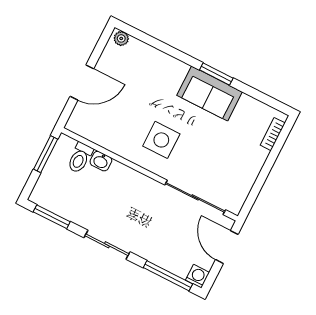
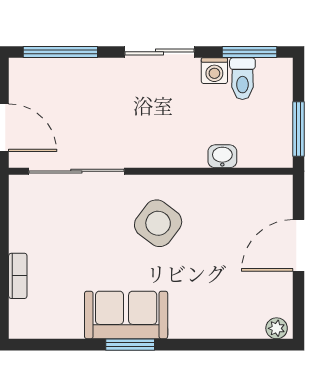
bookcase: (273, 134) -> (18, 276), moved
side table: (161, 140) -> (158, 223), turned 37
toilet: (80, 158) -> (242, 79), moved, turned 180
washing machine: (198, 276) -> (214, 71), moved

